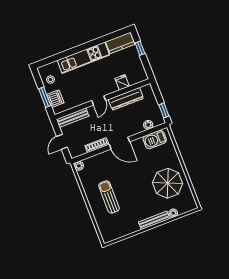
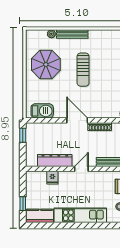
plant: (148, 125) -> (43, 127), removed
sun lounger: (109, 197) -> (83, 70), moved

